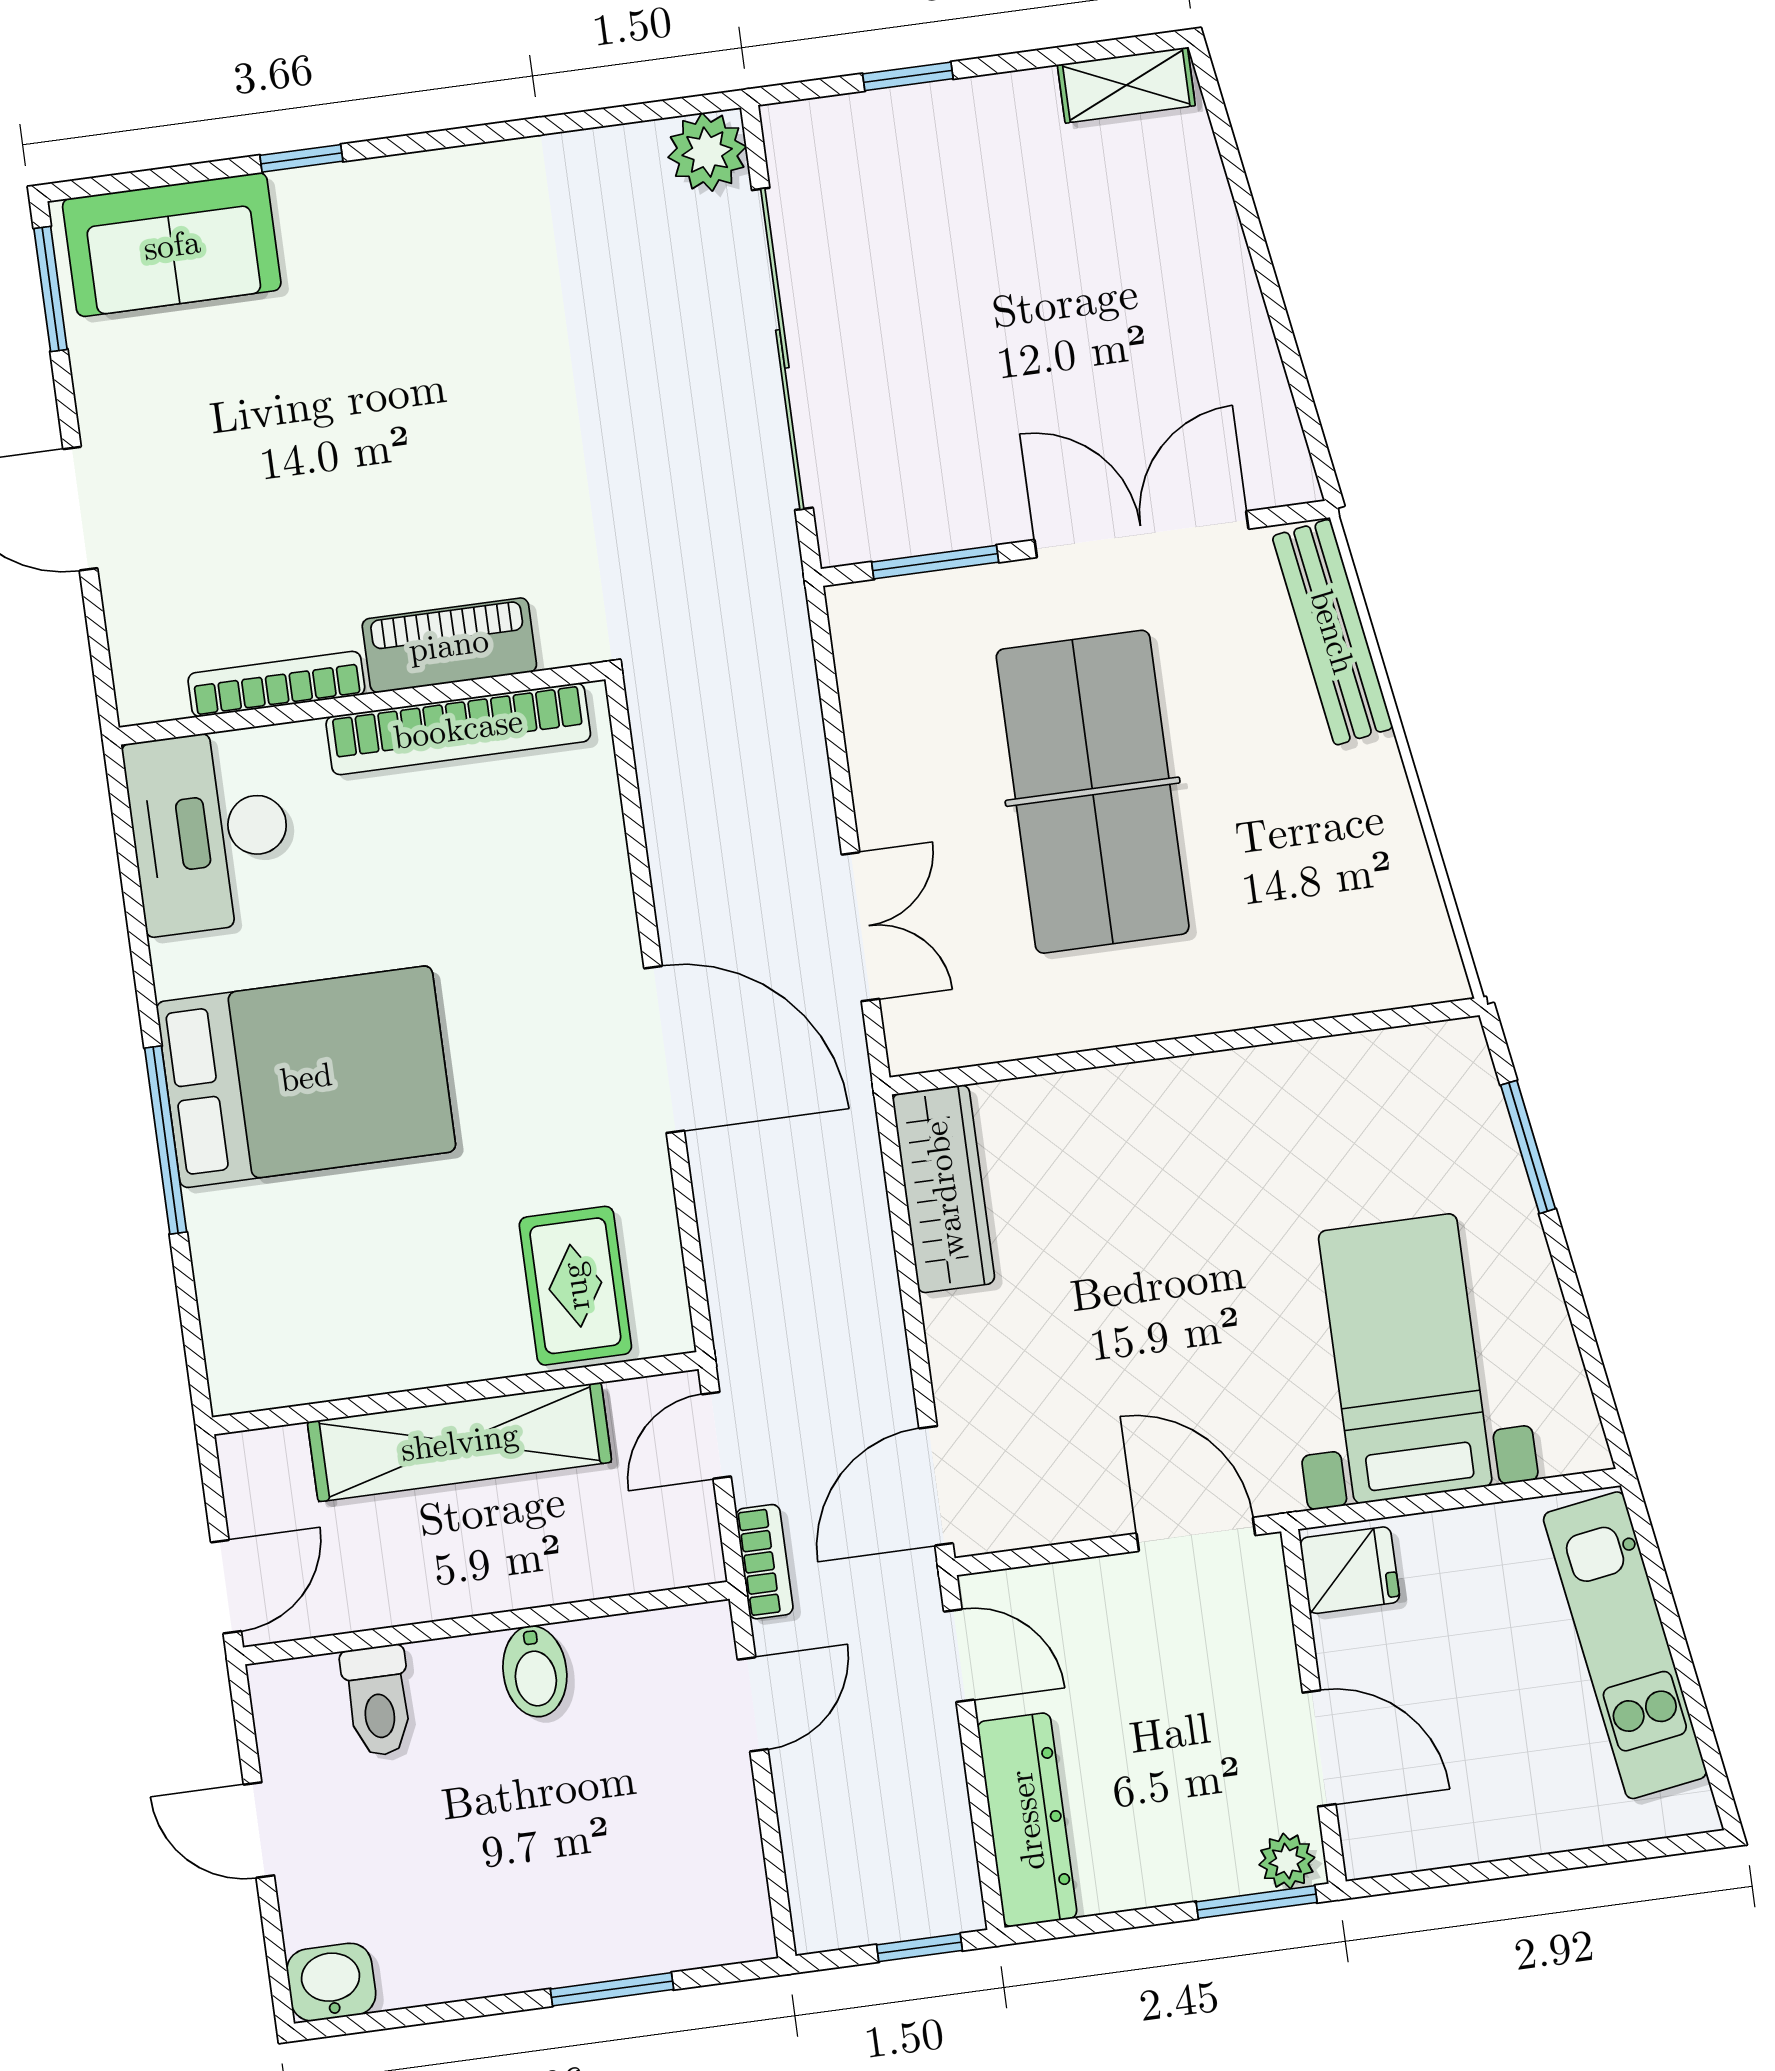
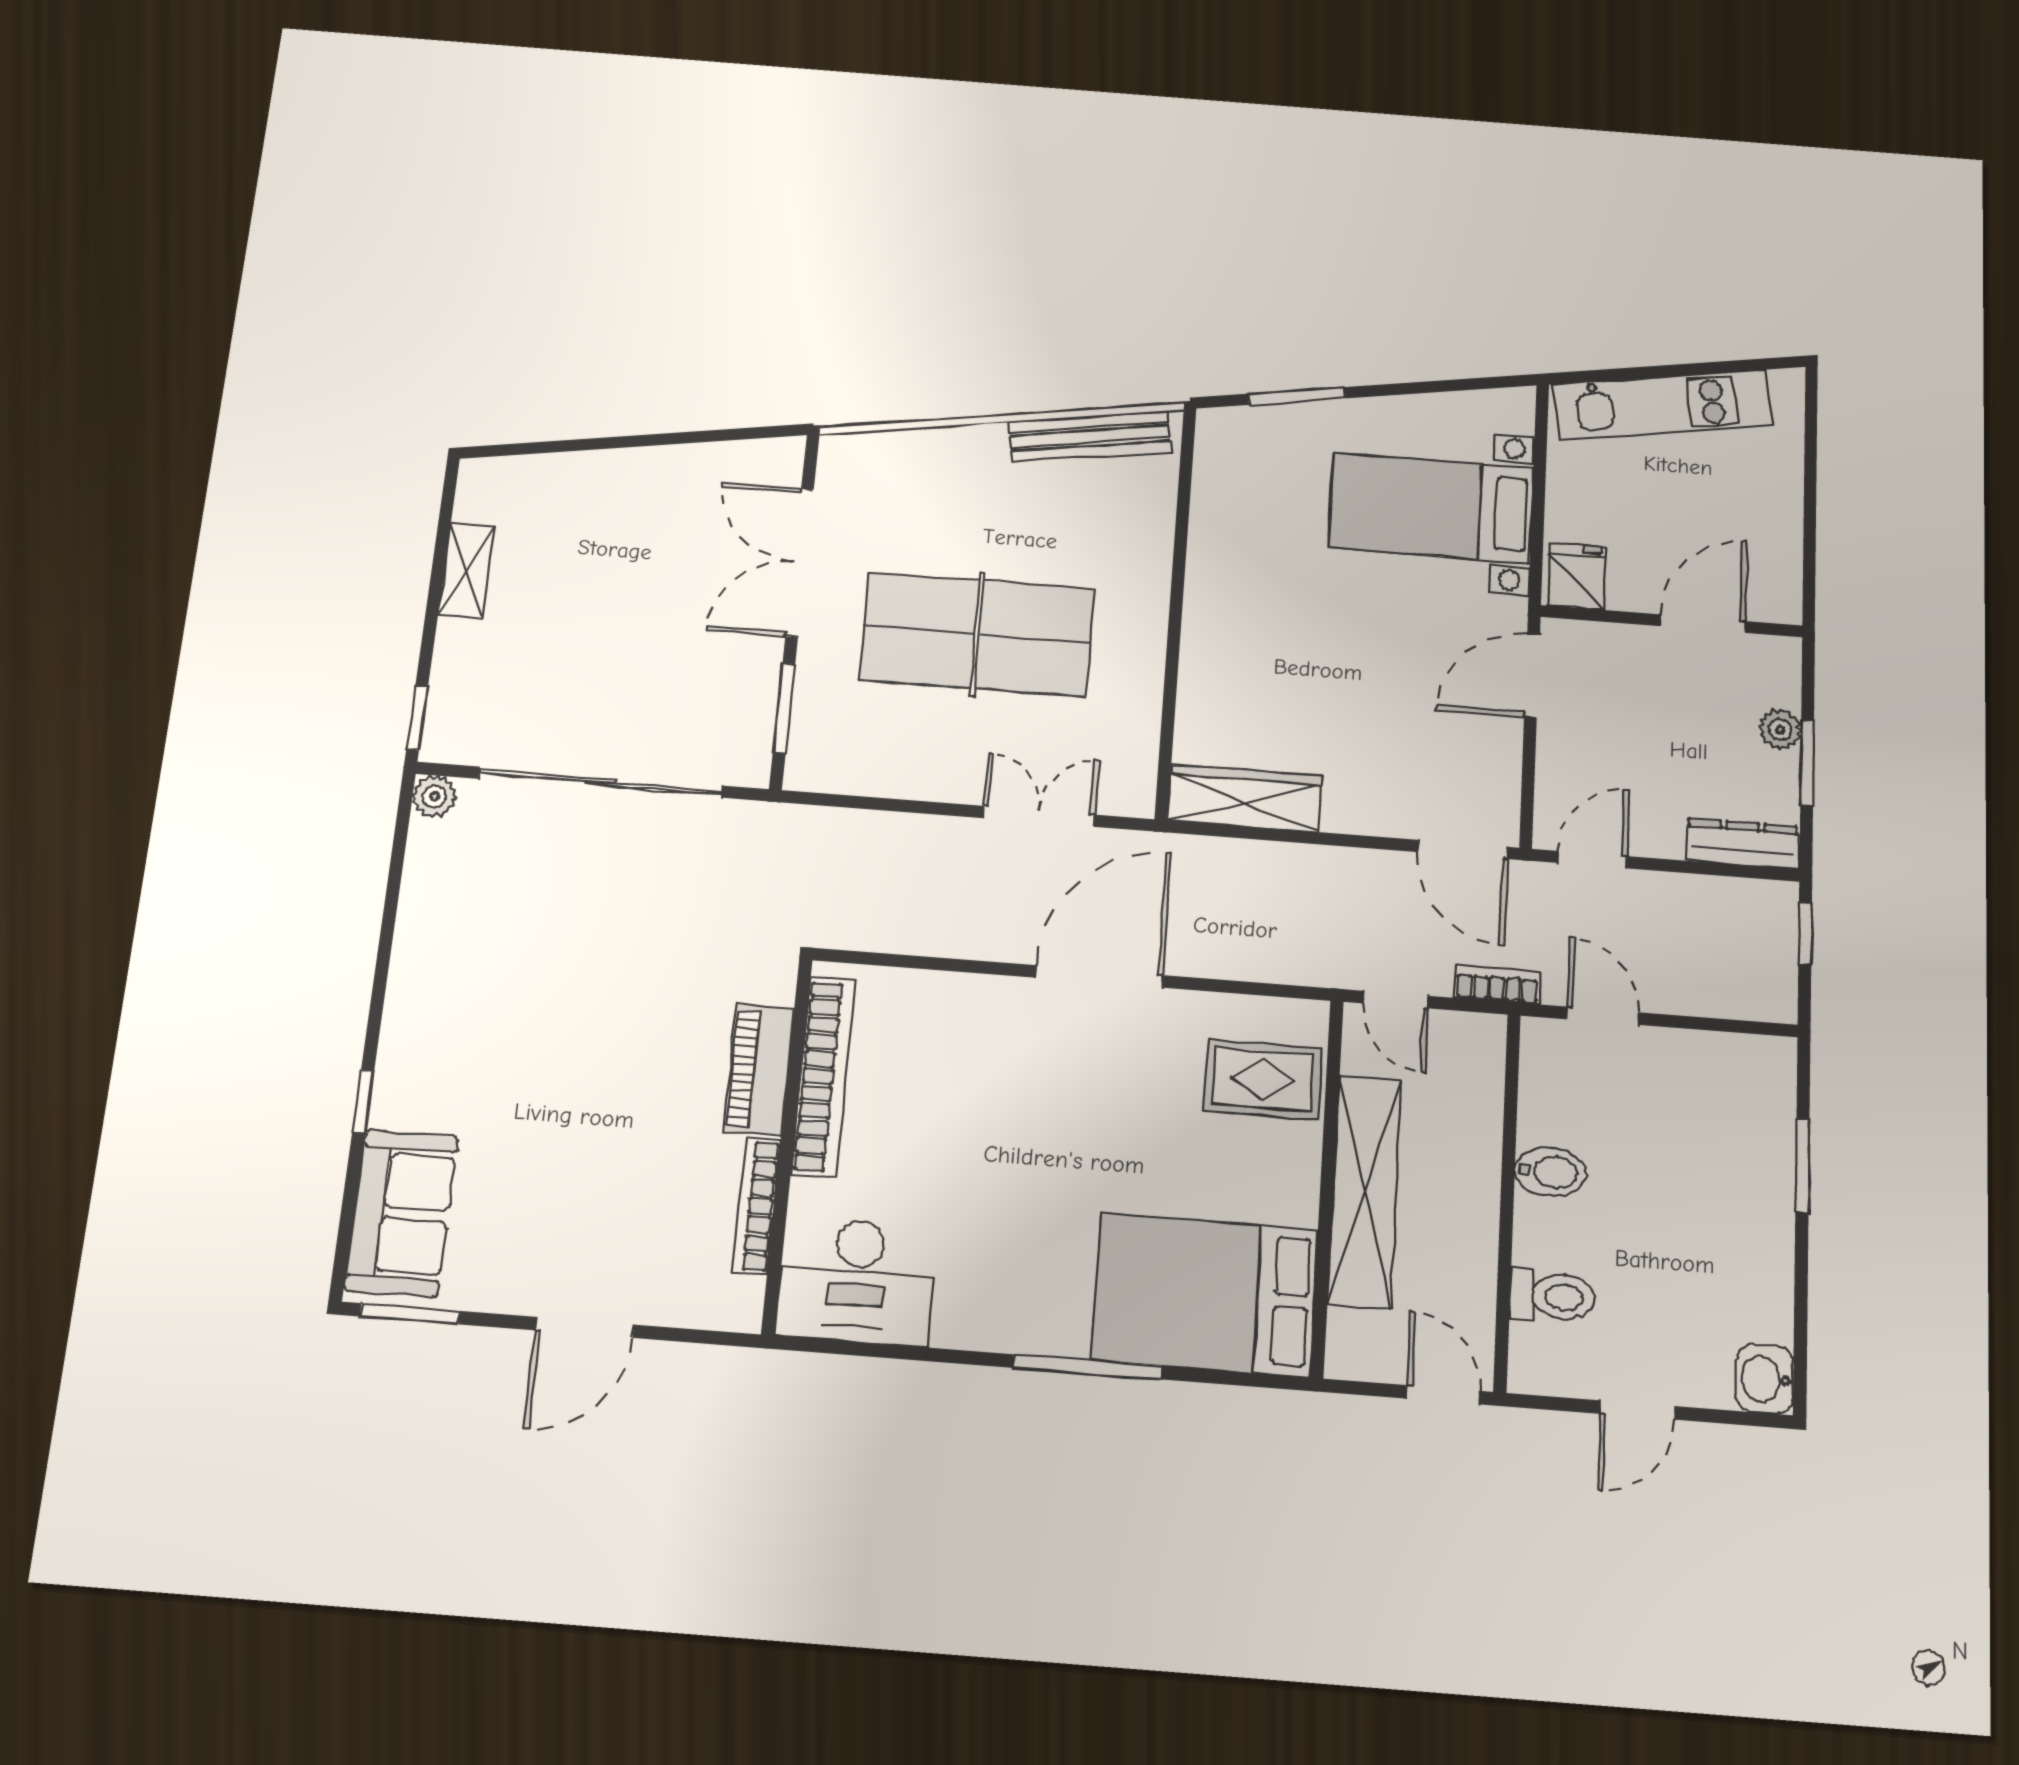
window: (908, 76) -> (417, 718), moved
shelving: (1126, 85) -> (466, 570), moved
plant: (707, 152) -> (435, 796), width x0.73, depth x0.73
bench: (1333, 632) -> (1090, 437), moved
bed: (306, 1077) -> (1205, 1295), moved, turned -90
dresser: (1027, 1820) -> (1743, 844), width x0.73, depth x0.80
plant: (1287, 1861) -> (1780, 729), moved
window: (1257, 1902) -> (1807, 763), moved

